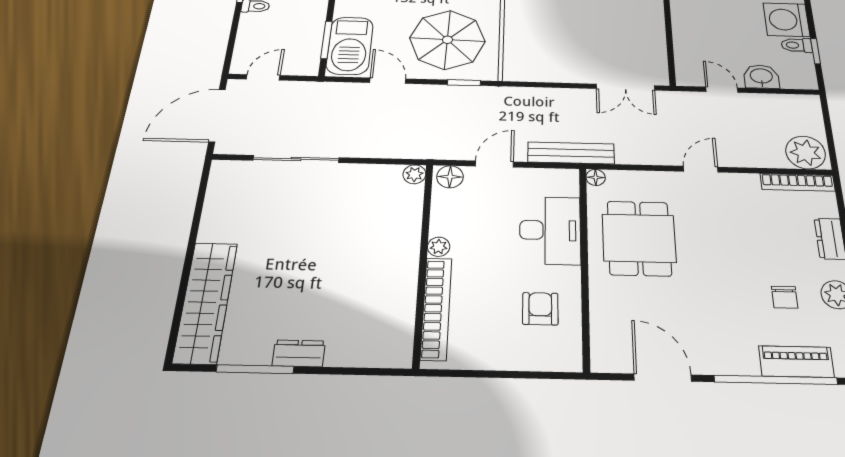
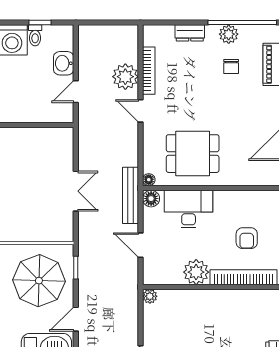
double door: (625, 87) -> (76, 191), moved
plant: (806, 152) -> (125, 77), moved
floor lamp: (450, 177) -> (151, 199), moved
bookcase: (798, 182) -> (149, 71), moved
plant: (439, 247) -> (196, 272), width x1.88, depth x1.88
chair: (785, 297) -> (231, 66), turned 90
armchair: (540, 309) -> (247, 238), moved, turned -90

